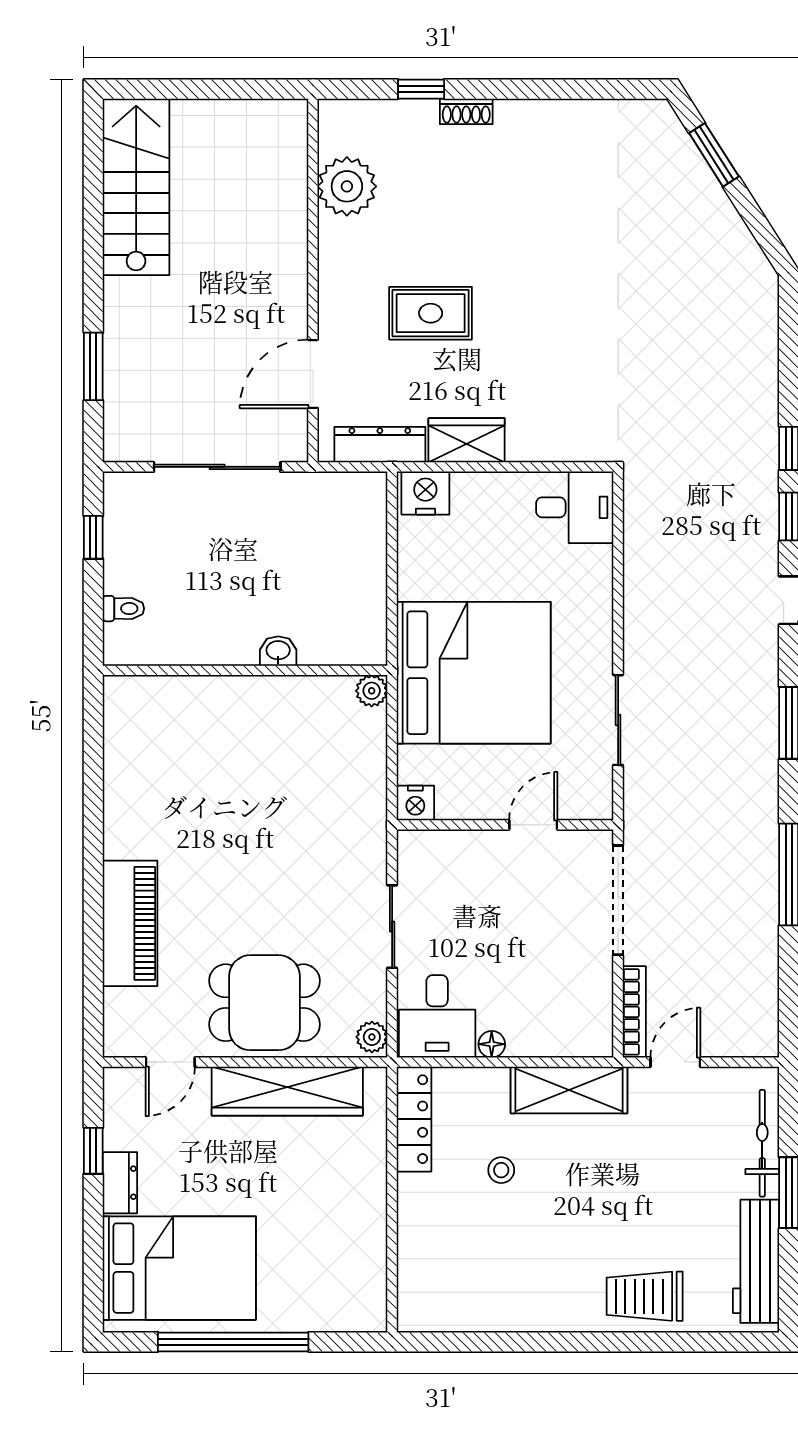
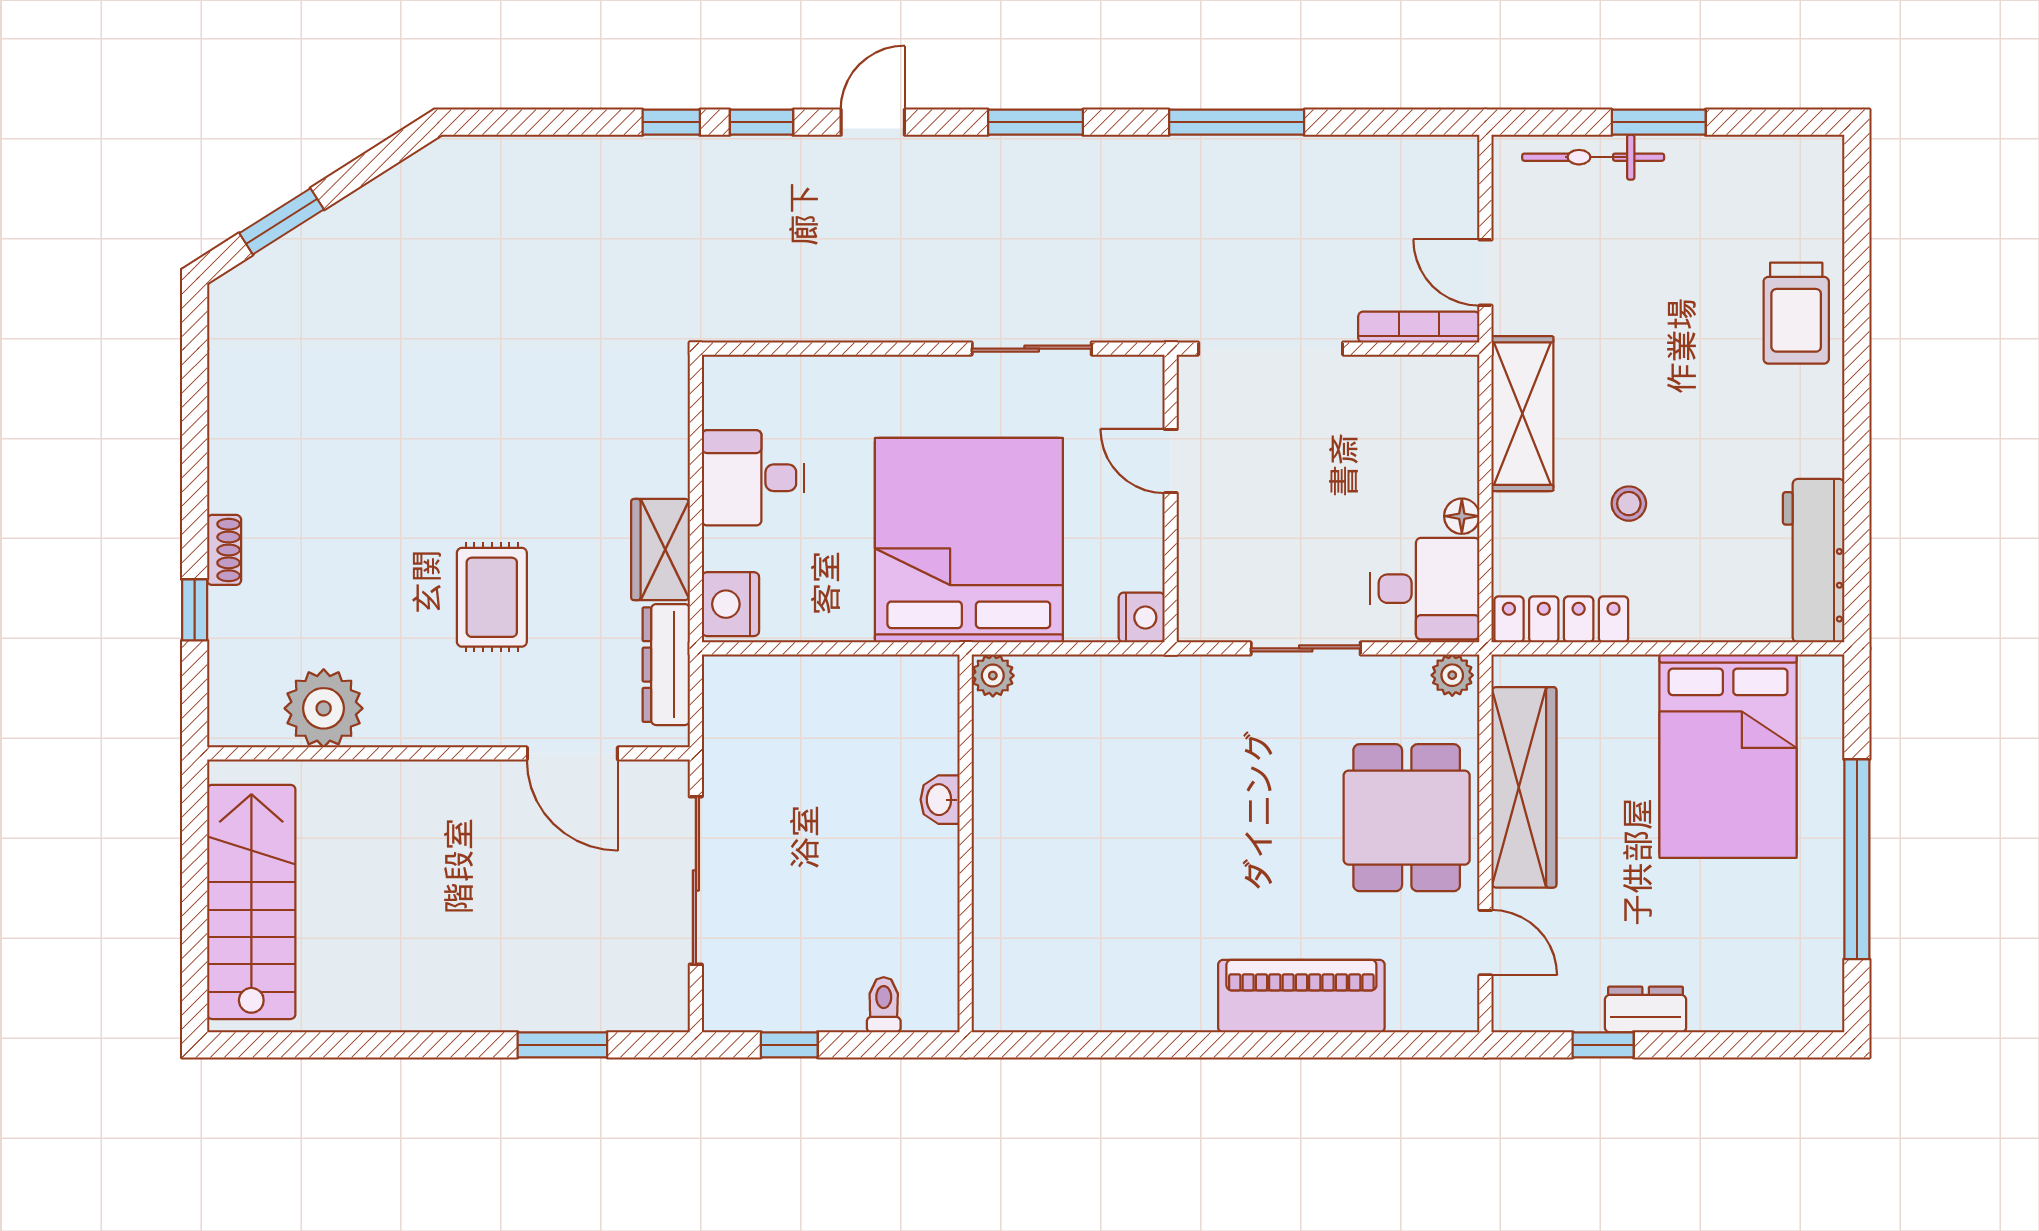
stairs: (136, 187) -> (251, 902), moved, turned 90
desk: (575, 507) -> (753, 478), moved, turned -90
workbench: (756, 1261) -> (1814, 561), moved, turned 90
bed: (179, 1268) -> (1728, 756), moved, turned 180

